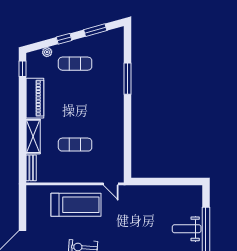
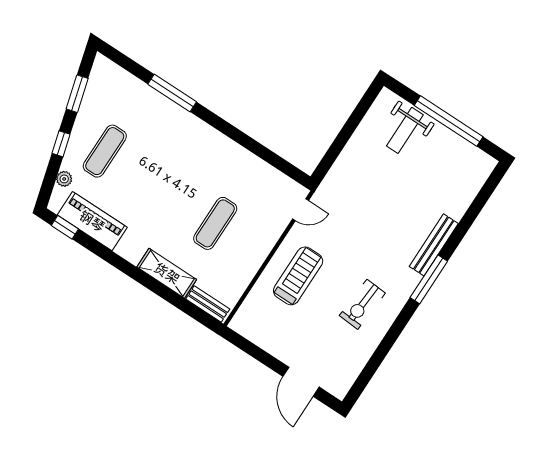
piano: (35, 98) -> (92, 221), moved
treadmill: (76, 205) -> (298, 276), width x0.73, depth x0.73
weight bench: (187, 229) -> (405, 130), moved

